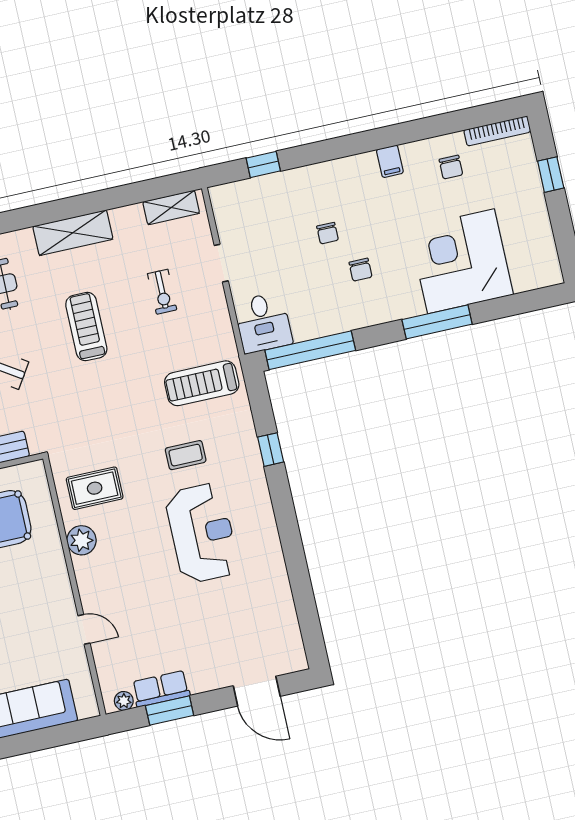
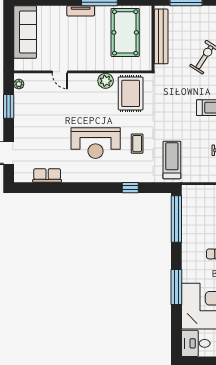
desk: (263, 323) -> (196, 343), moved
rug: (95, 488) -> (131, 93), width x1.36, depth x1.43
door: (84, 629) -> (60, 72), hinge flipped
row of seats: (161, 689) -> (47, 175), moved, turned -90

